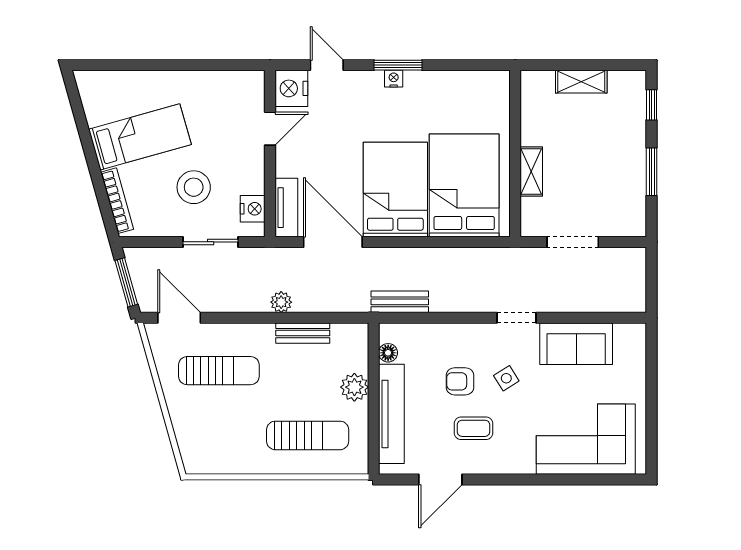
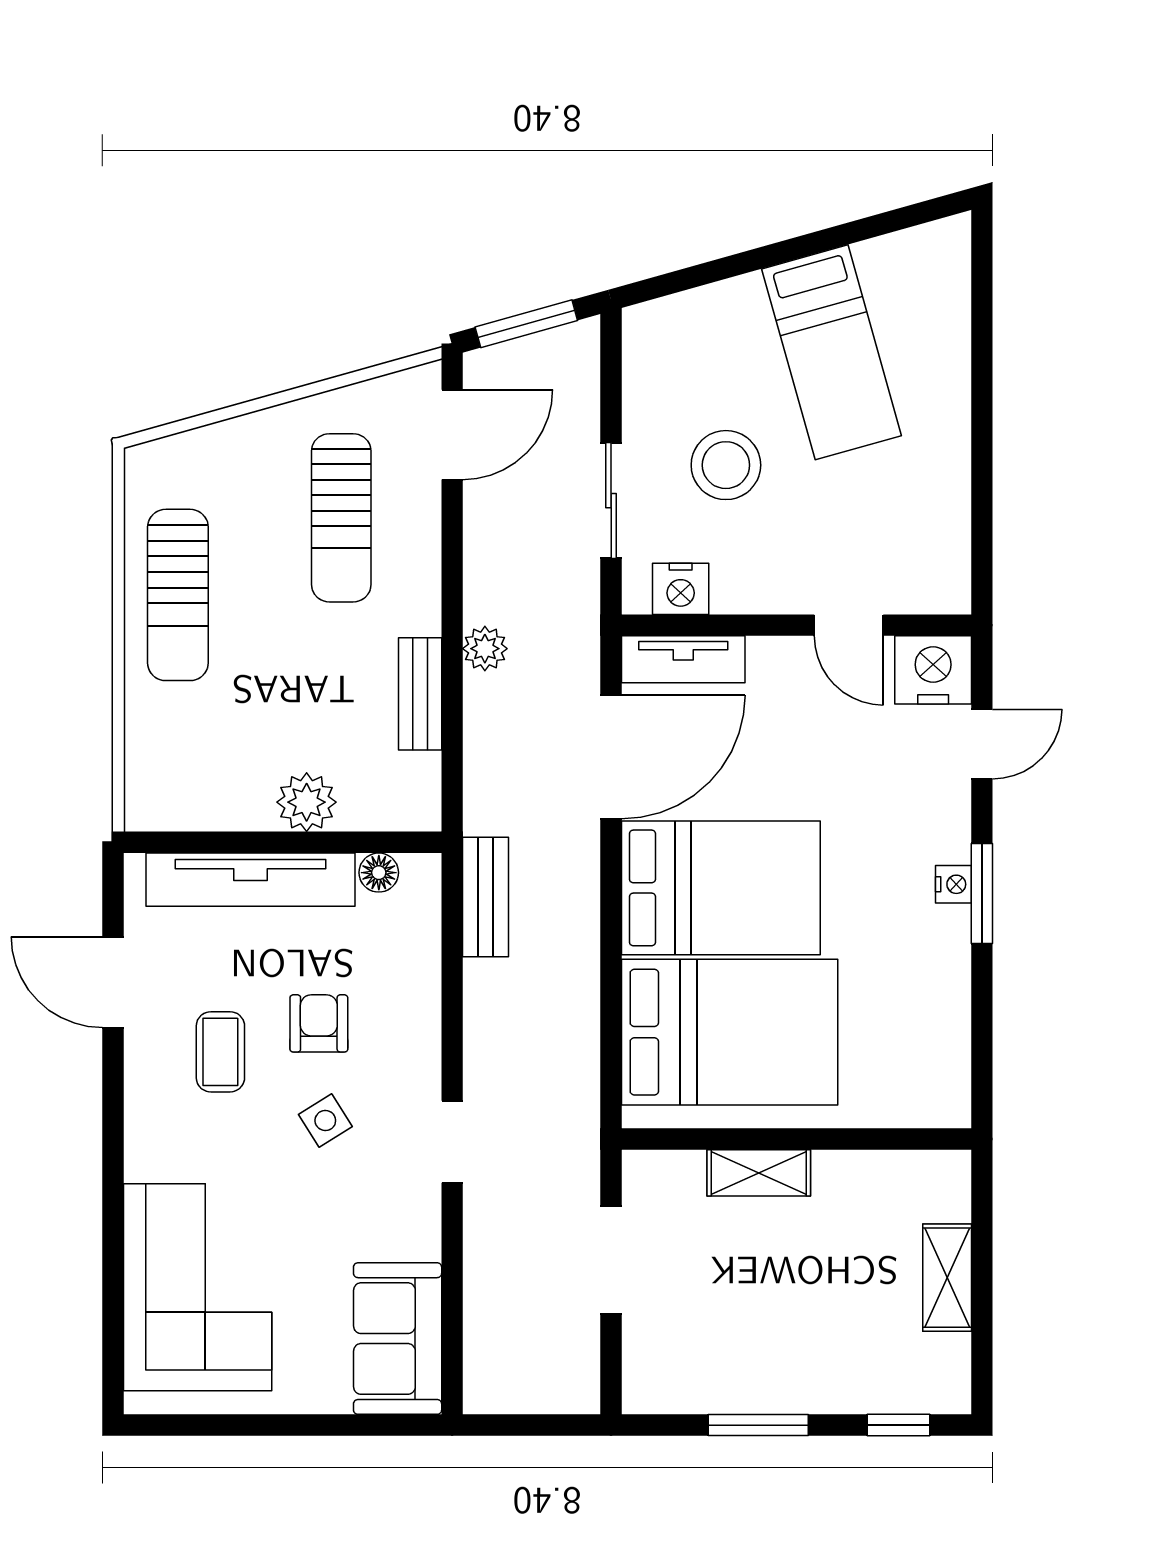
bookcase: (117, 201) -> (698, 305), removed
sofa: (576, 344) -> (398, 1339), moved
sun lounger: (308, 435) -> (178, 595), moved

